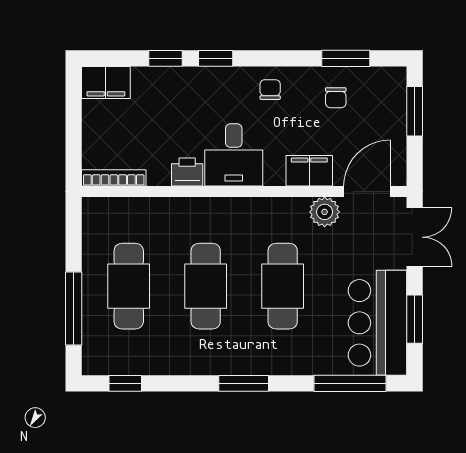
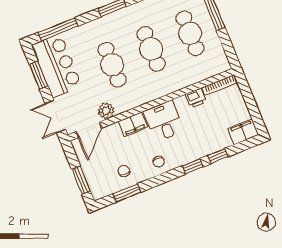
filing cabinet: (309, 171) -> (133, 124), moved
printer: (187, 172) -> (196, 98), moved

